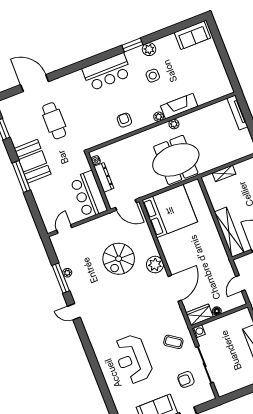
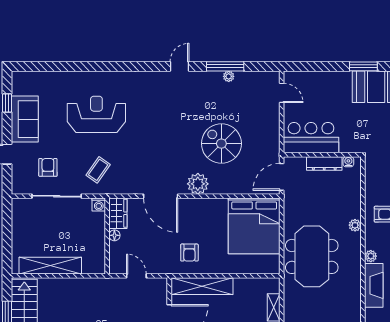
plant: (174, 124) -> (355, 225), moved
window: (21, 177) -> (363, 66), width x0.69
armchair: (208, 251) -> (189, 253), added

